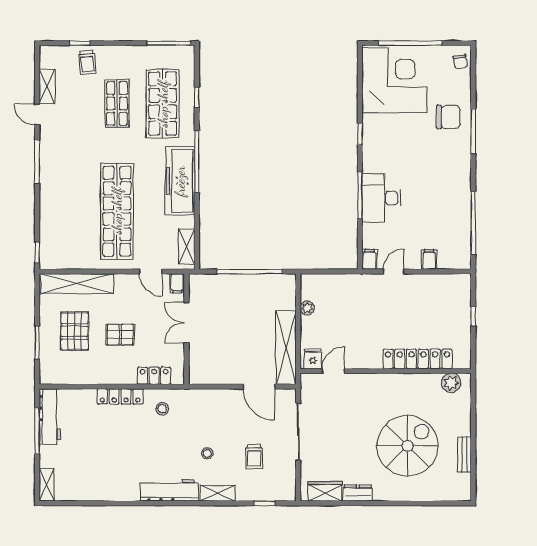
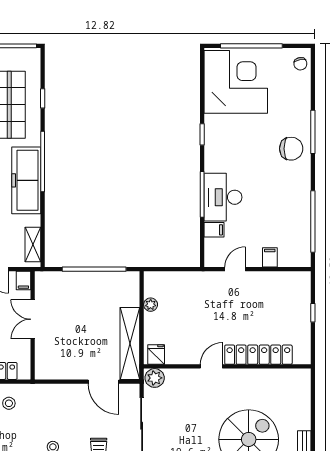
chair: (448, 117) -> (291, 149), moved
filing cabinet: (370, 259) -> (214, 230), moved, turned 90
door: (333, 371) -> (211, 366), moved
plant: (451, 383) -> (155, 378), moved

